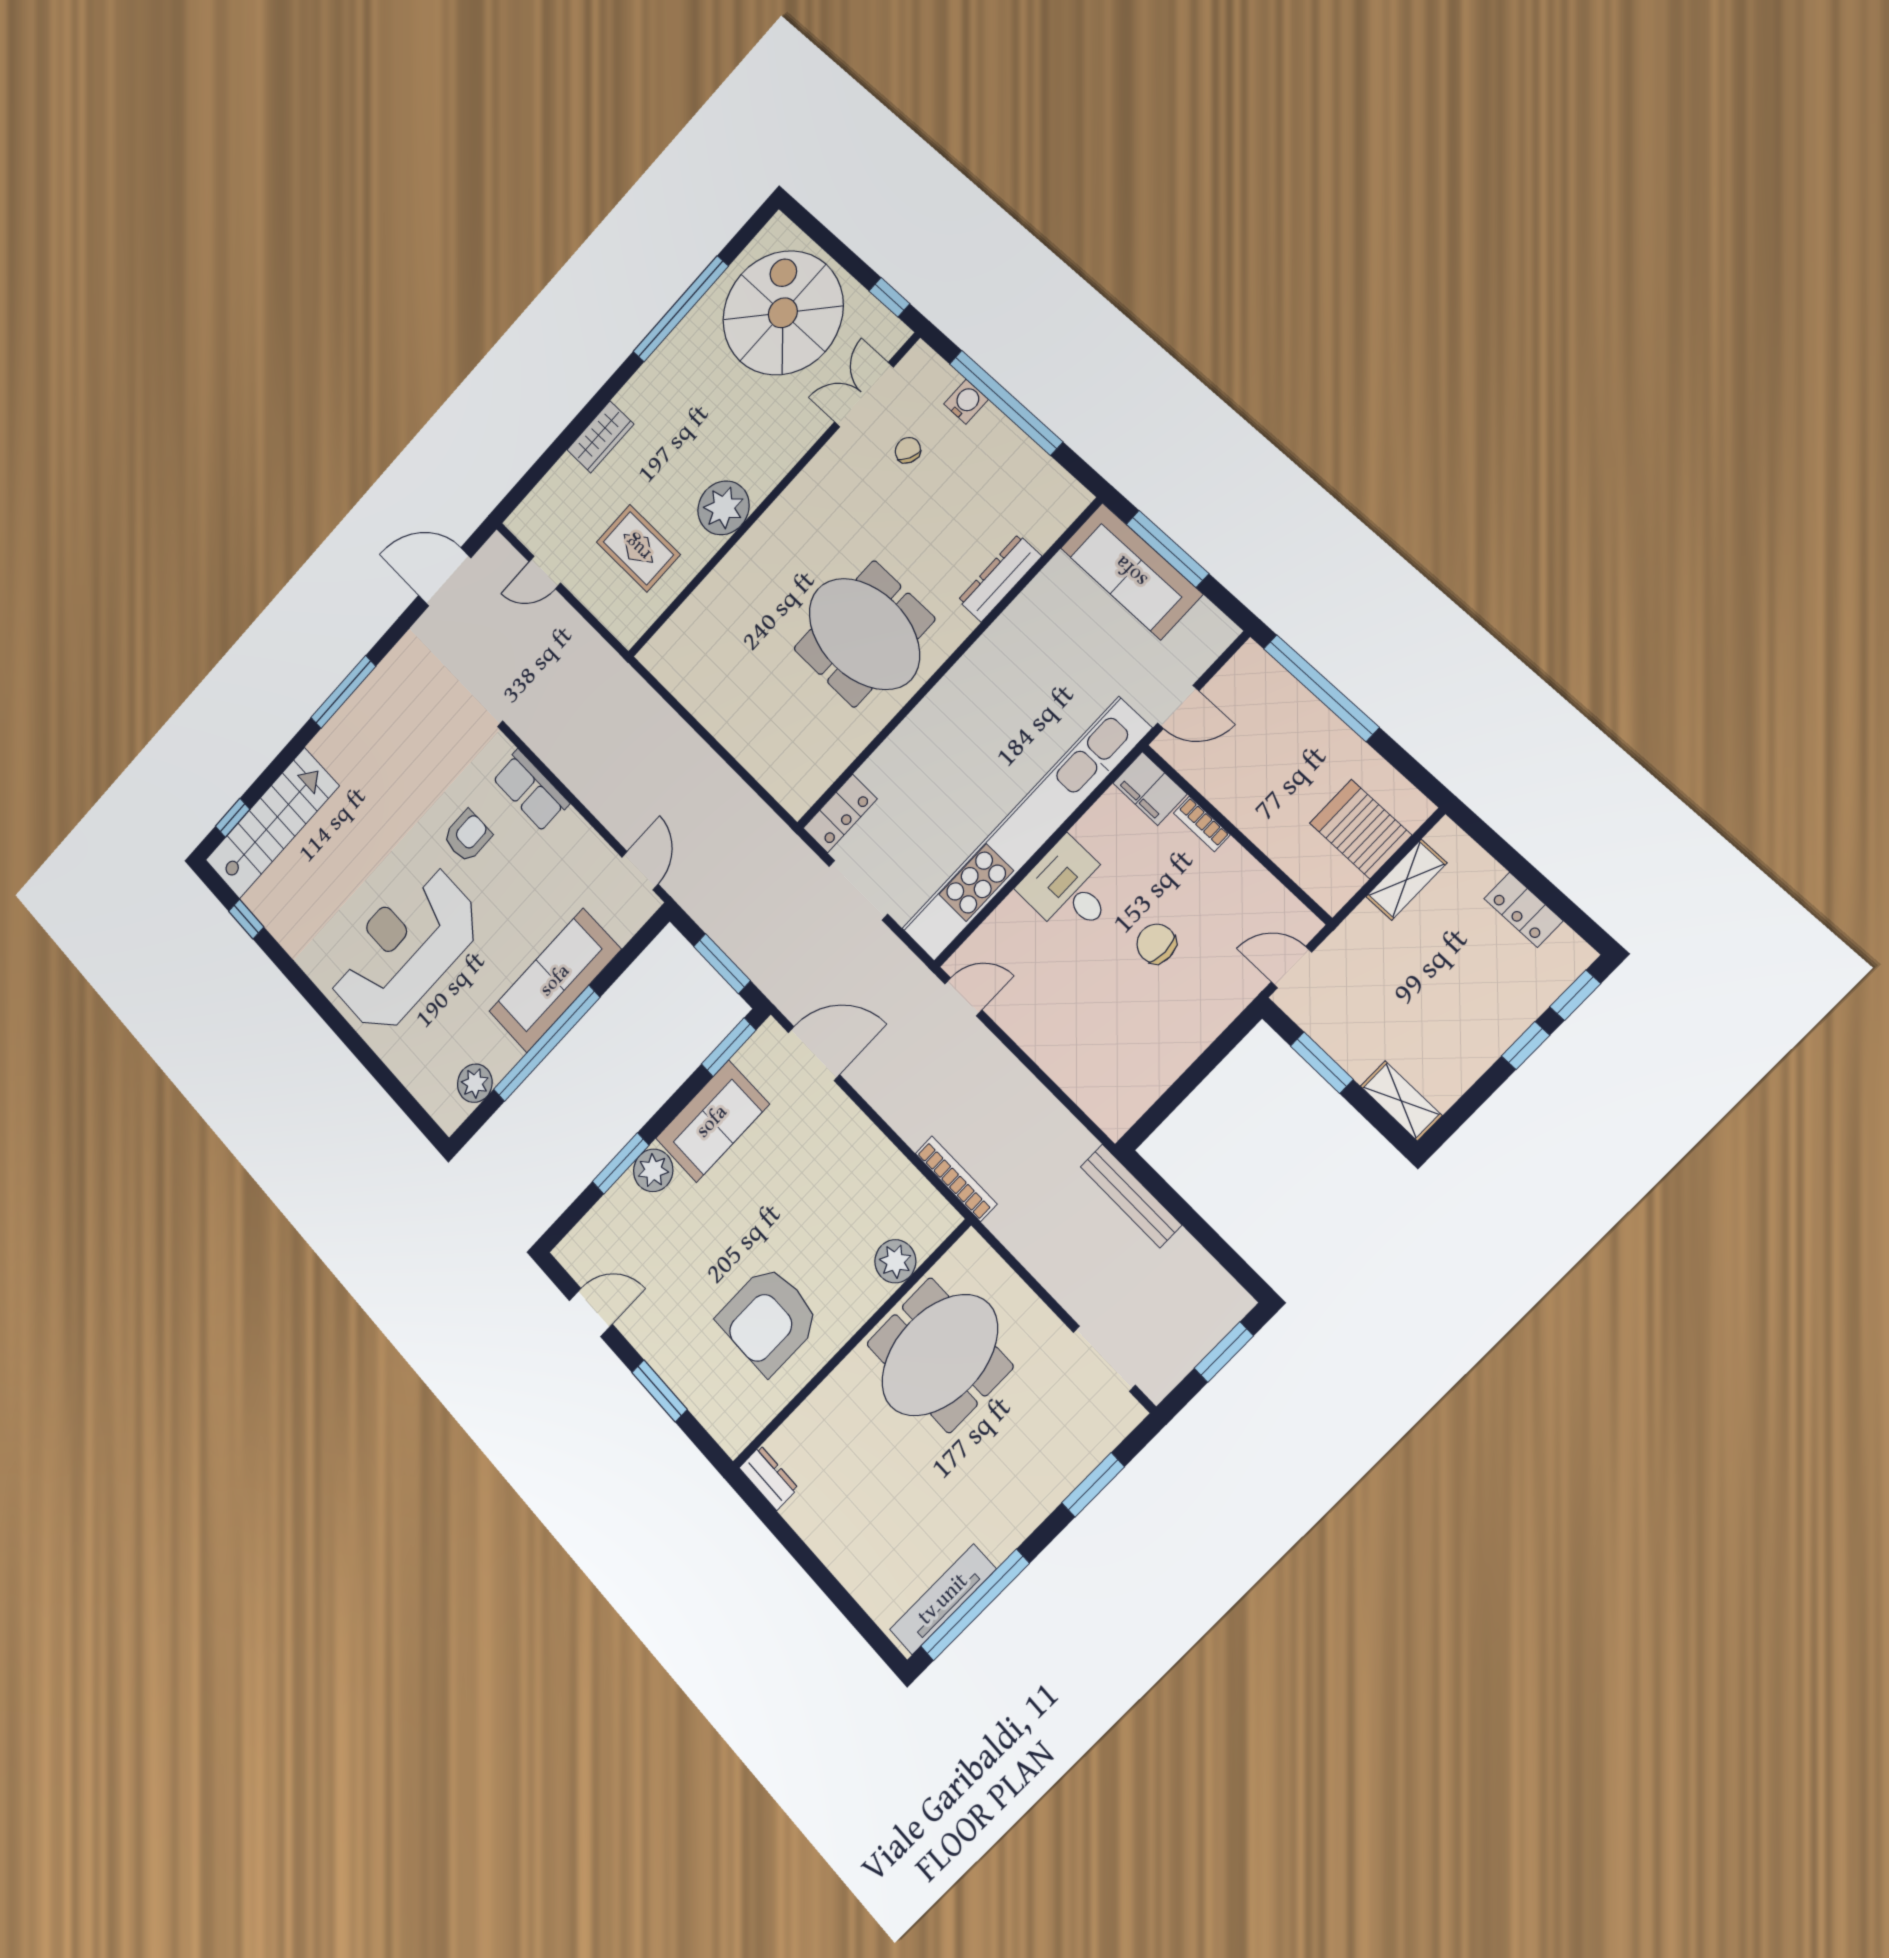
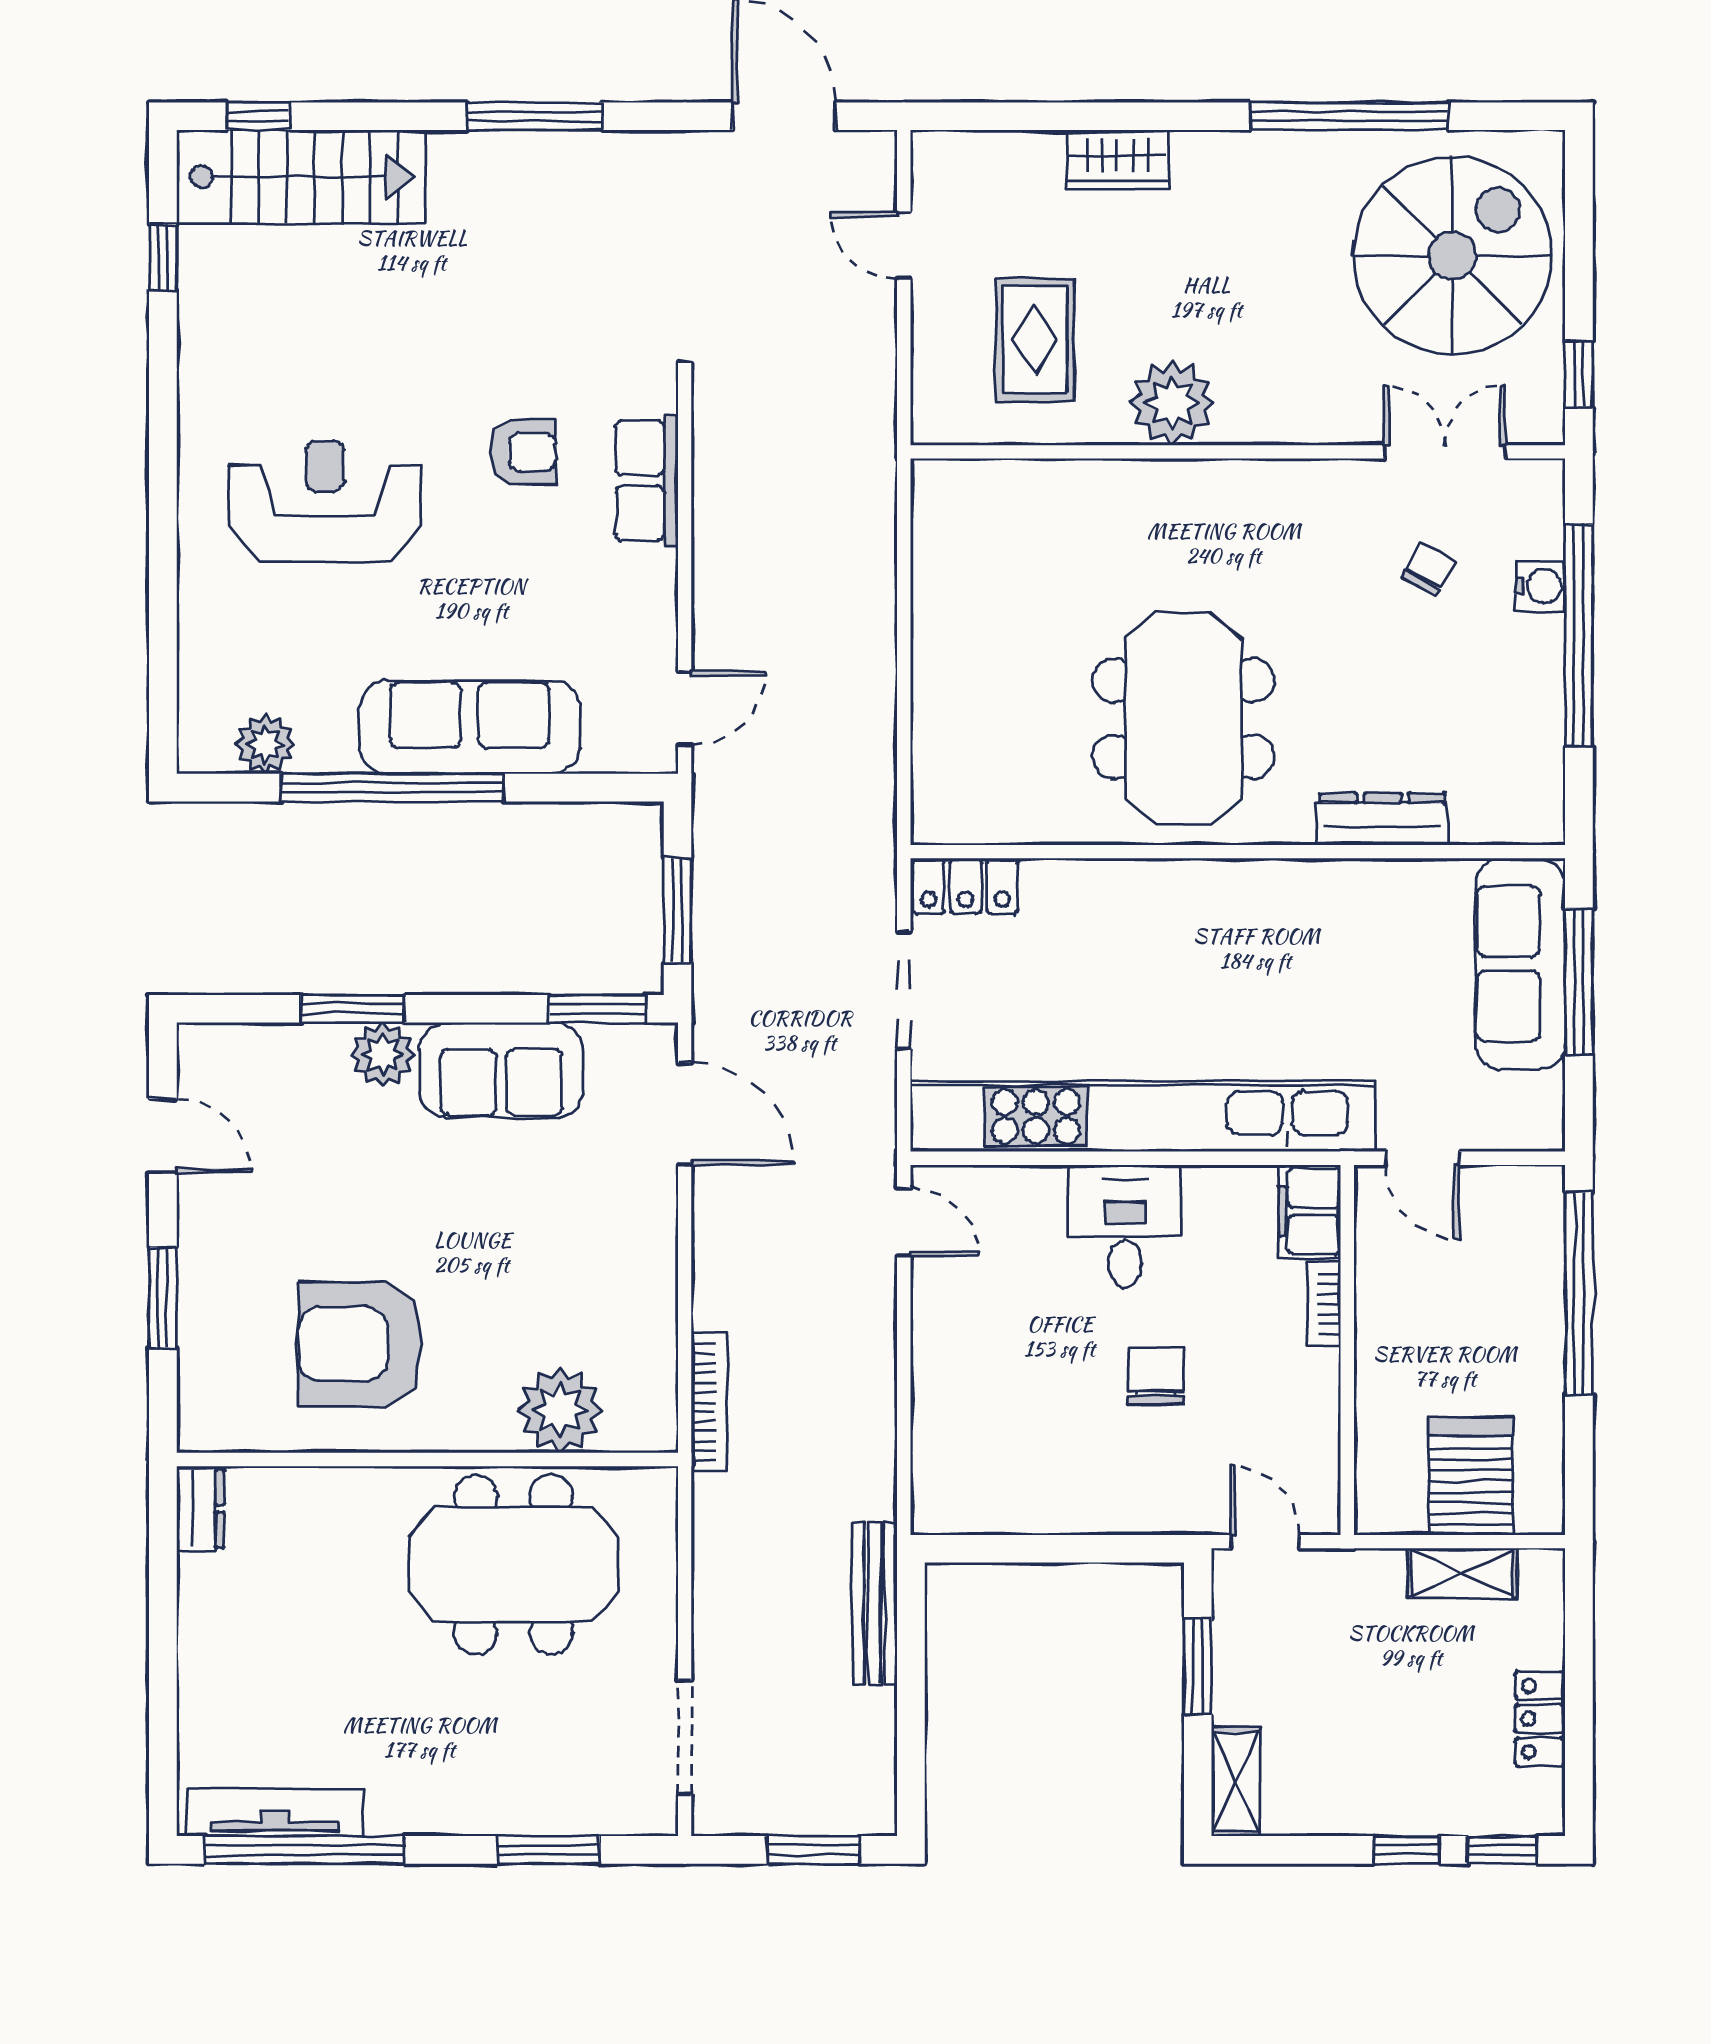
reception desk: (404, 949) -> (325, 501), width x0.74, depth x0.77
plant: (895, 1261) -> (560, 1410), width x1.36, depth x1.36

